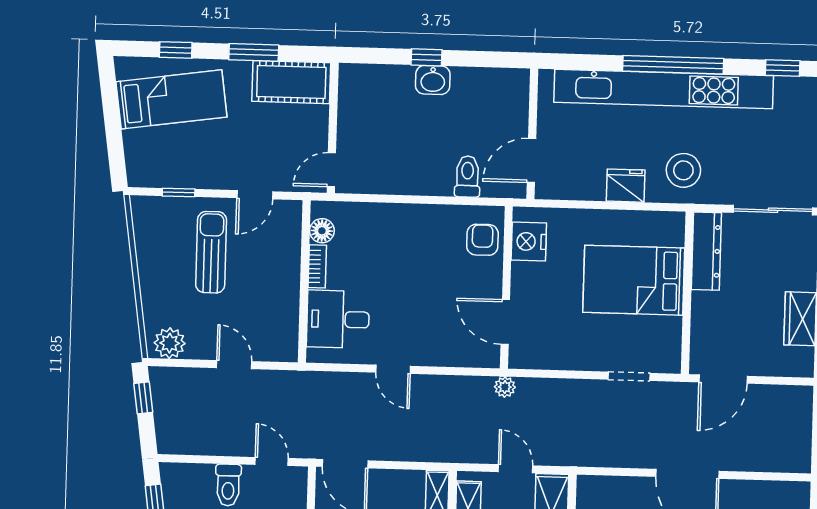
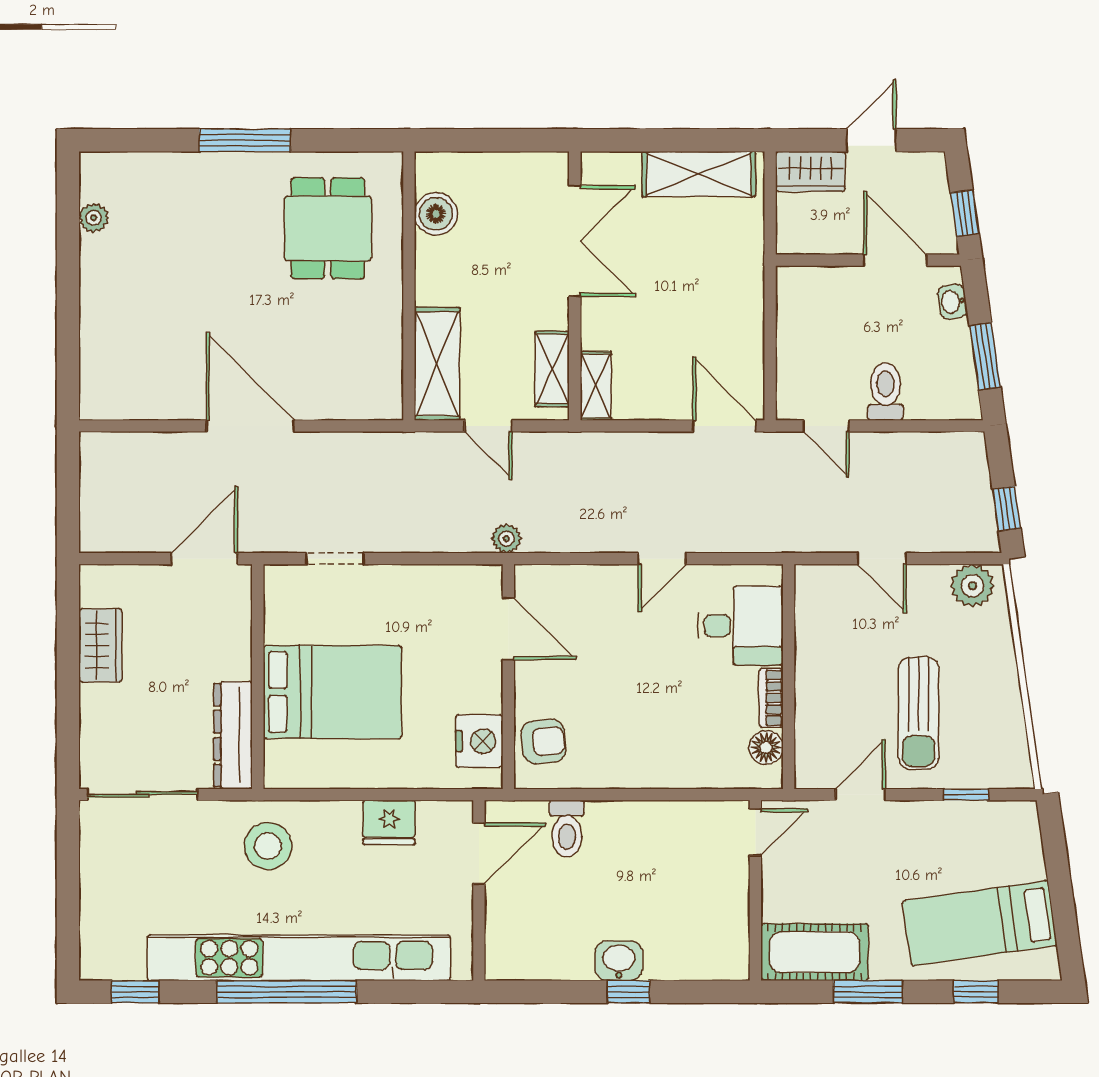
fridge: (626, 186) -> (389, 823), moved
armchair: (482, 240) -> (544, 742), turned -95
door: (393, 369) -> (662, 559), swing flipped

